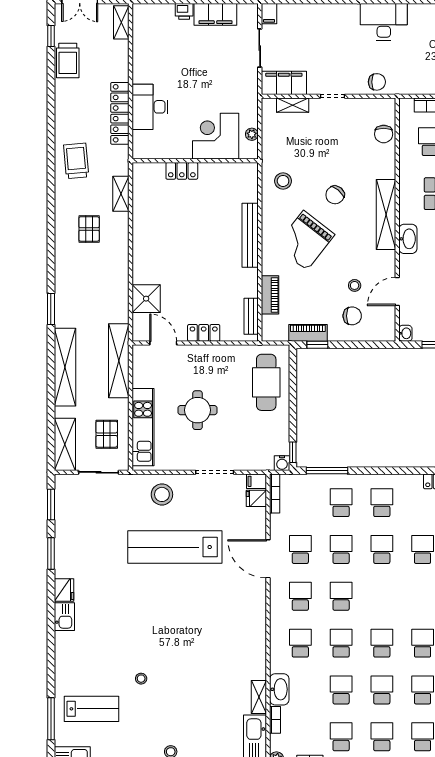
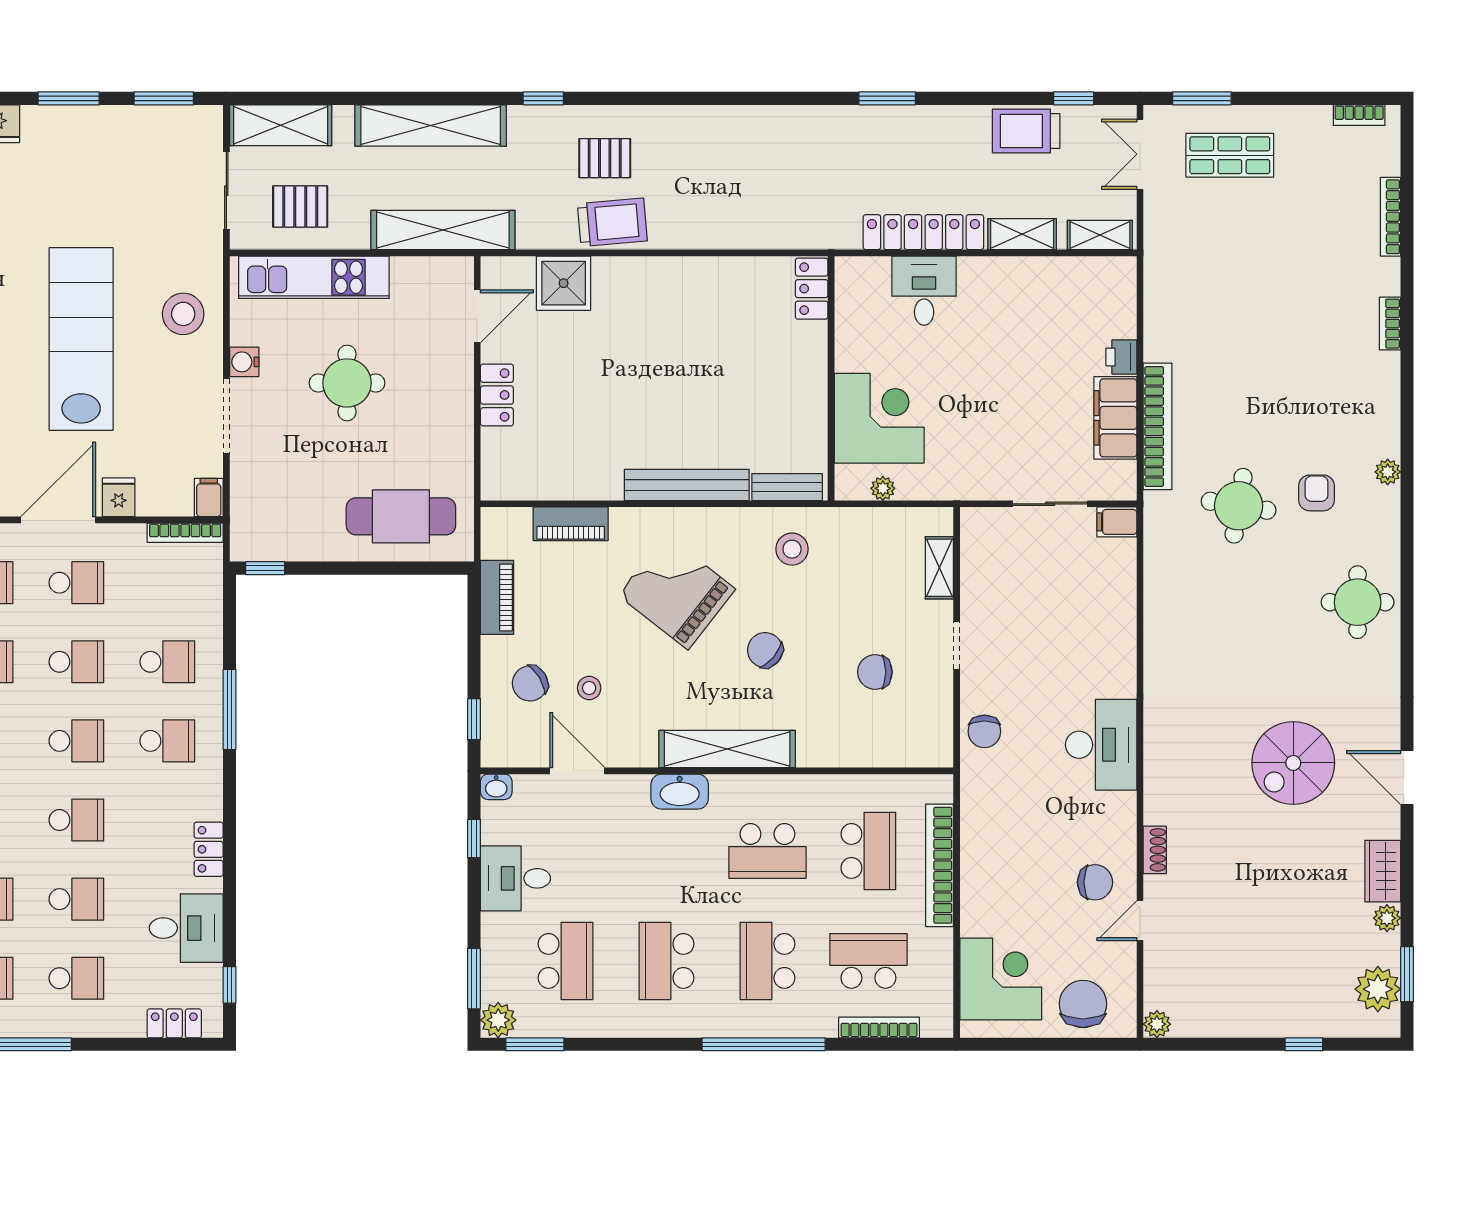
filing cabinet: (284, 83) -> (983, 551), removed
desk: (150, 107) -> (924, 291), width x0.73
window: (51, 132) -> (887, 98), added
chair: (384, 134) -> (875, 672), moved
trolley: (76, 161) -> (612, 222), moved
locker: (182, 171) -> (812, 289), moved
shelving: (121, 194) -> (1022, 234), moved
pallet: (89, 229) -> (605, 158), moved
window: (51, 309) -> (543, 98), width x0.67
bench: (251, 316) -> (787, 487), moved
chair: (352, 316) -> (530, 683), turned 59
window: (317, 345) -> (474, 719), moved
water cooler: (282, 463) -> (244, 362), moved
window: (327, 471) -> (230, 709), moved
fridge: (256, 498) -> (119, 497), moved

